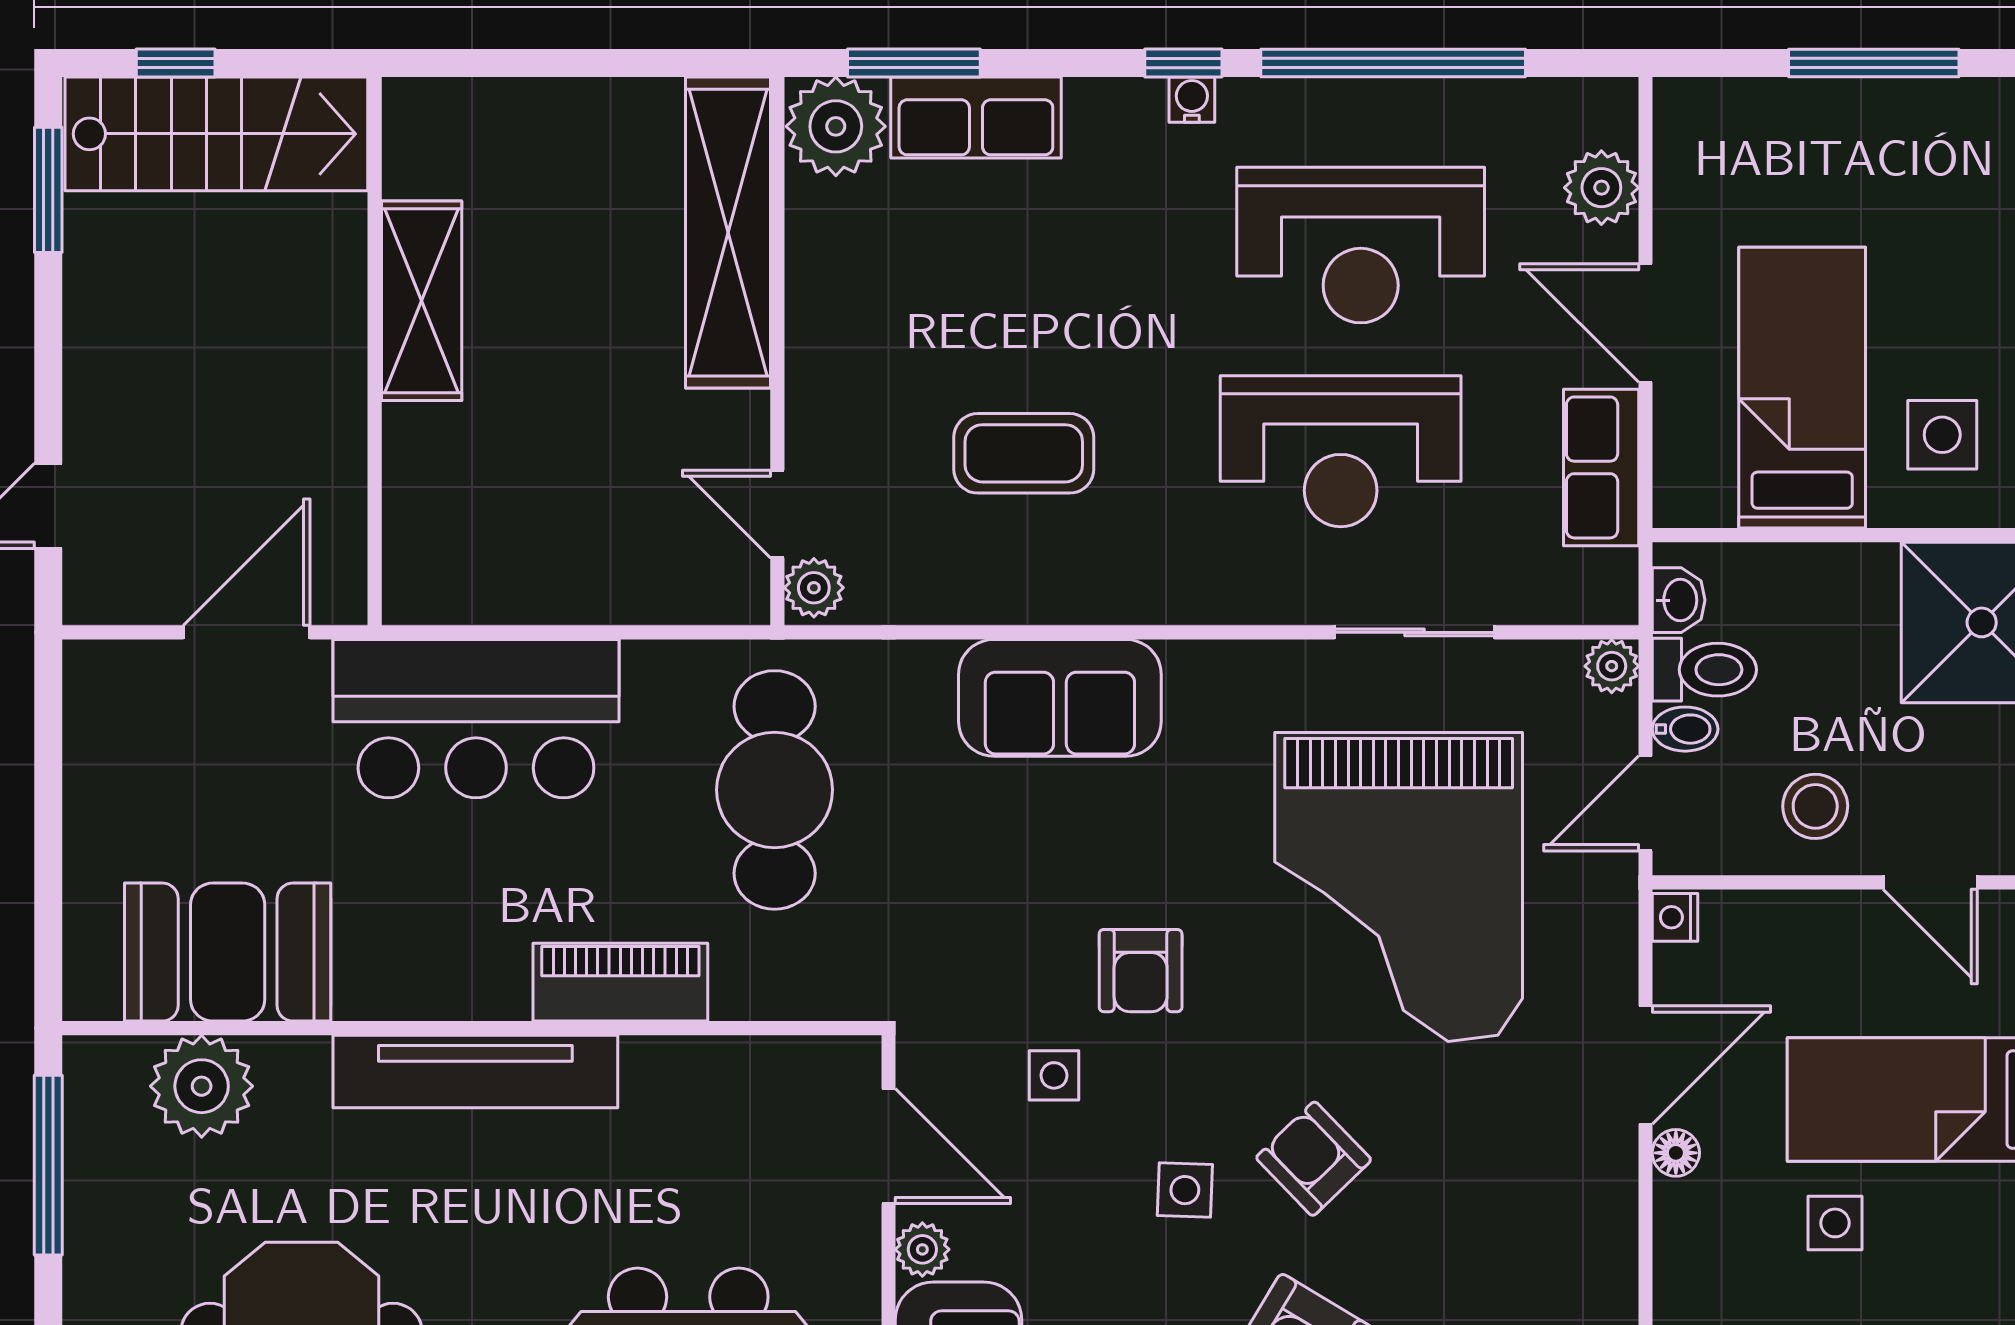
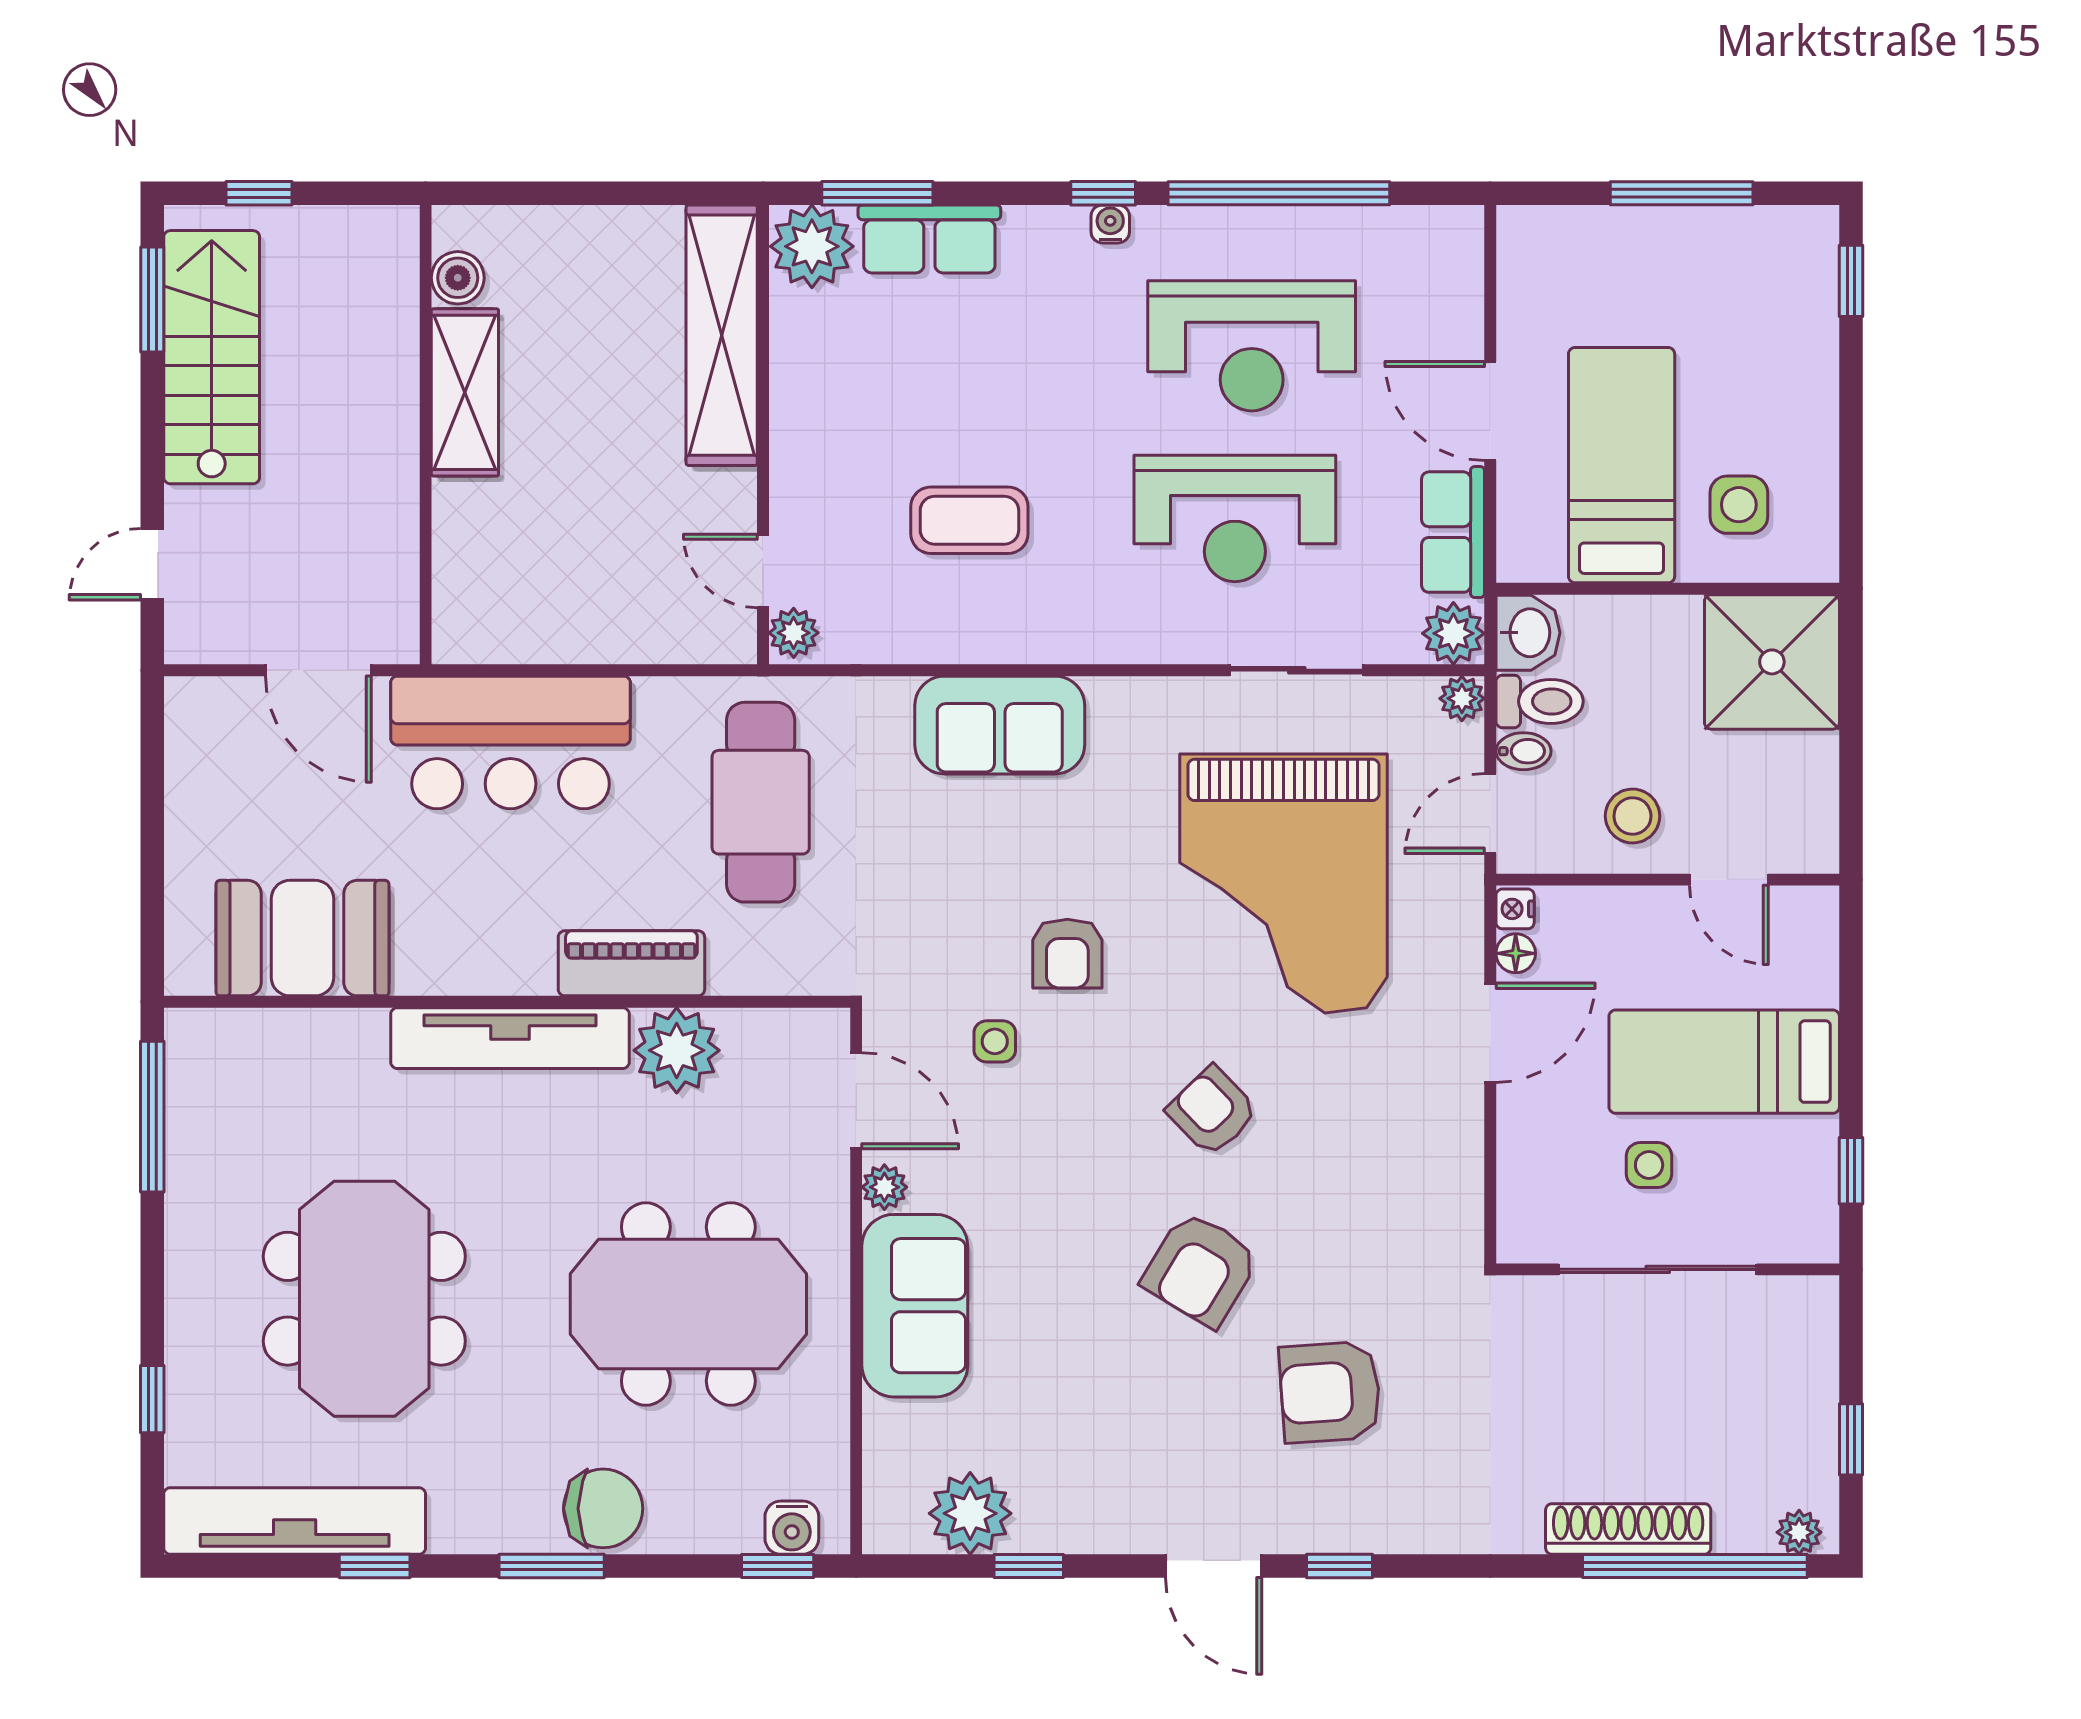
stairs: (216, 134) -> (212, 357), moved, turned -90
boiler: (413, 164) -> (458, 278), added
plant: (1601, 188) -> (1453, 633), moved
washbasin: (1679, 600) -> (1528, 633), width x1.38, depth x1.45
door: (247, 632) -> (318, 670), swing flipped
plant: (202, 1086) -> (677, 1050), moved
floor lamp: (1676, 1153) -> (1516, 953), moved
side table: (1185, 1190) -> (1104, 1137), removed

